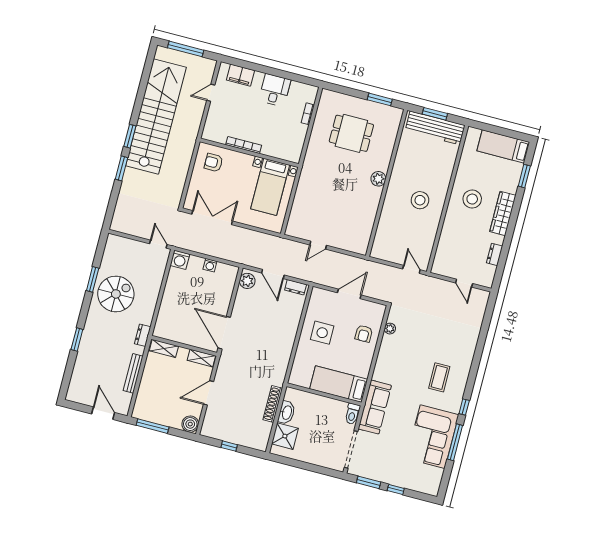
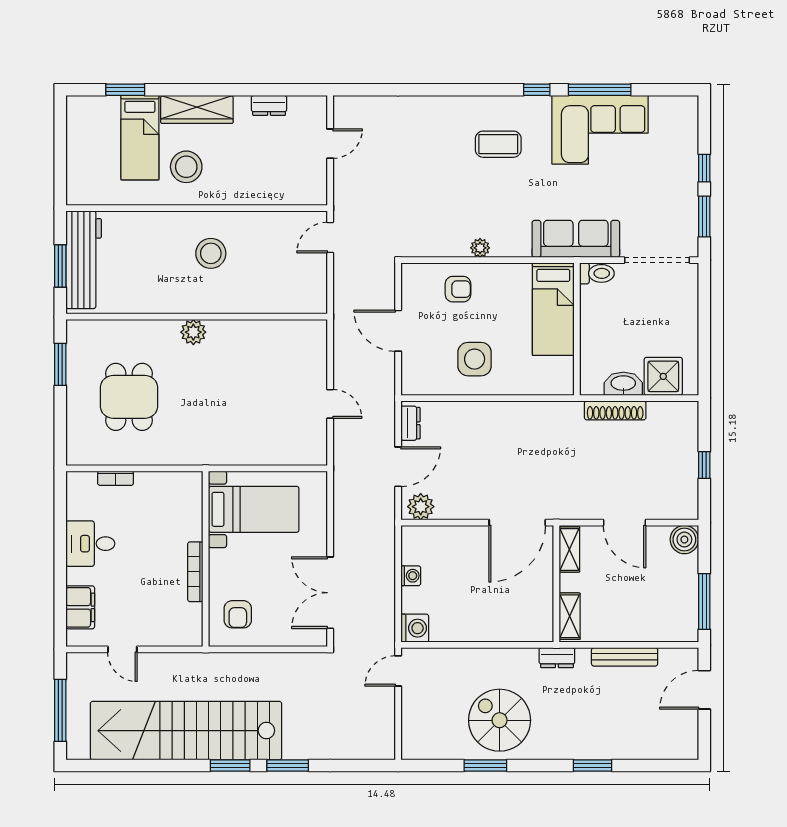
bed: (503, 146) -> (140, 138), moved
plant: (390, 329) -> (480, 248), moved

